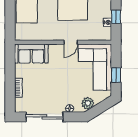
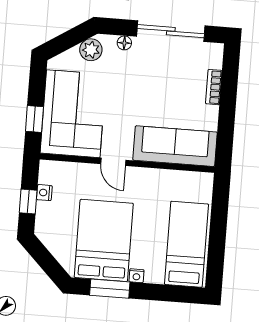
door: (71, 42) -> (113, 162), swing flipped
sofa: (31, 54) -> (175, 146), width x1.36
window: (116, 75) -> (34, 119), moved

